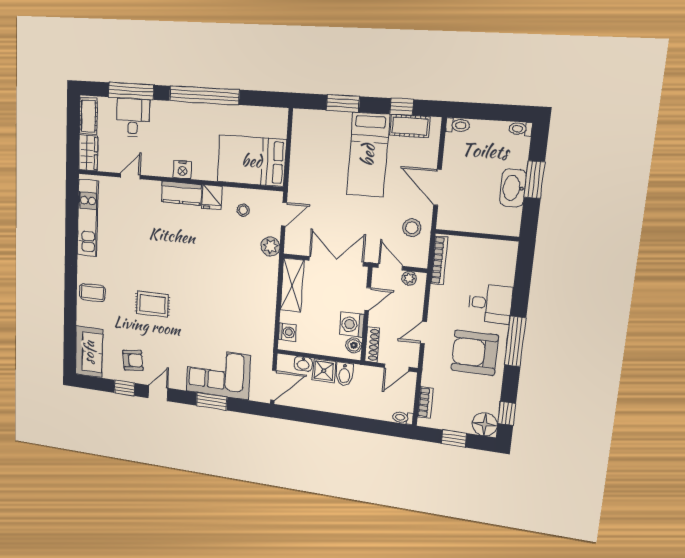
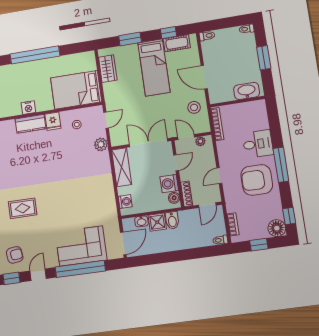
wardrobe: (302, 140) -> (108, 69), added
washbasin: (513, 188) -> (247, 91), moved, turned 90
window: (212, 401) -> (80, 269), width x2.11

